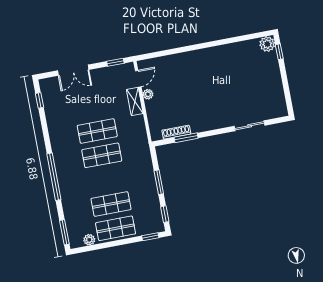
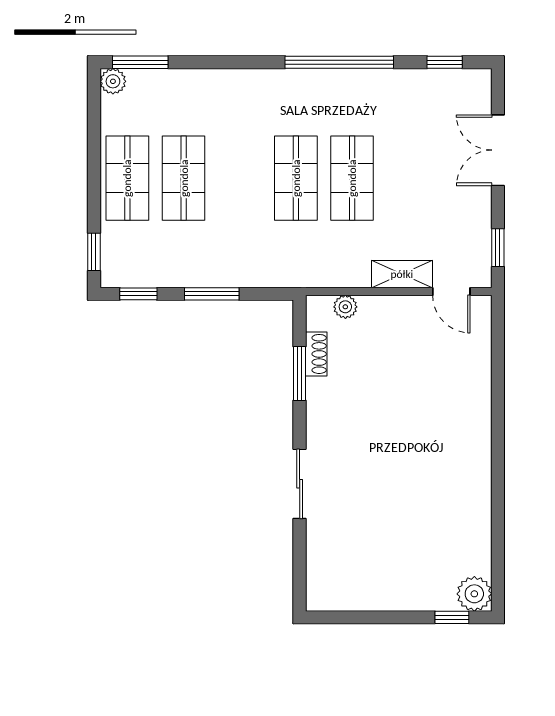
plant: (148, 94) -> (345, 307), moved
sliding door: (250, 126) -> (300, 484), moved
shoe rack: (176, 132) -> (316, 354), width x0.70
window: (54, 177) -> (339, 62), moved
plant: (89, 240) -> (113, 81), moved

